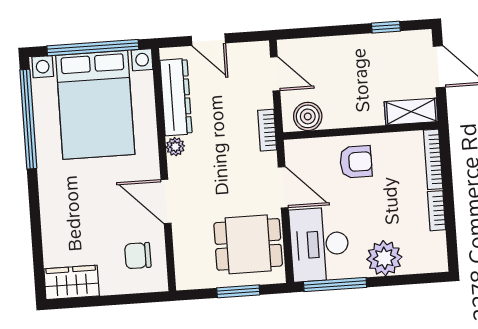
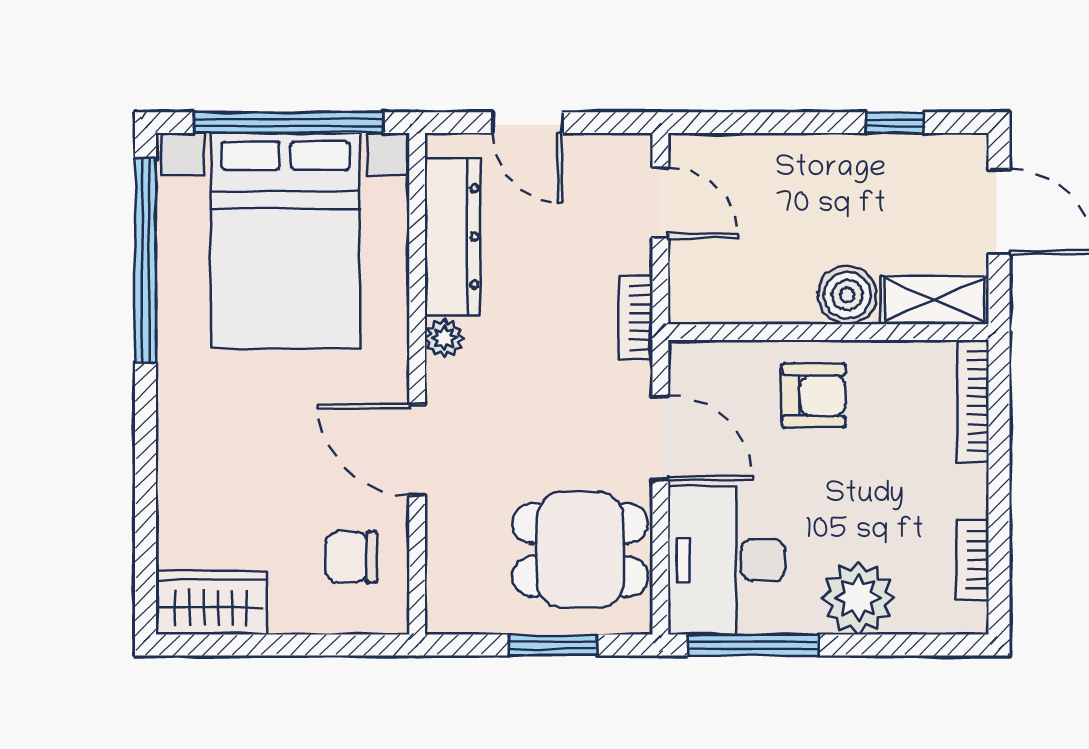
boiler: (308, 116) -> (847, 295), moved
bookcase: (436, 211) -> (973, 560), moved

